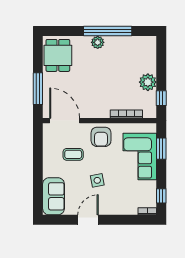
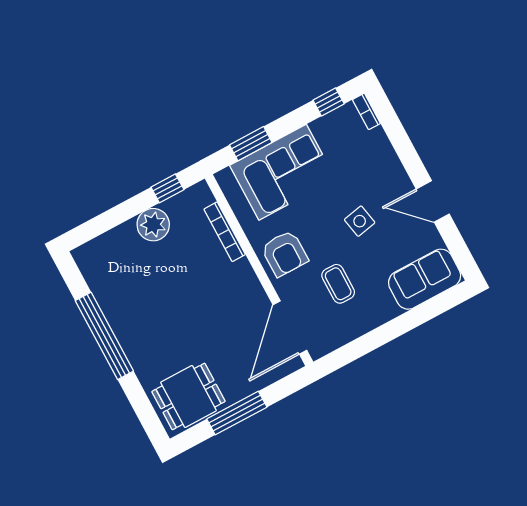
plant: (98, 42) -> (132, 343), removed
window: (38, 89) -> (237, 413), moved
armchair: (101, 137) -> (285, 253), turned 90

